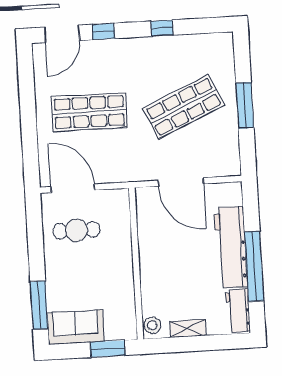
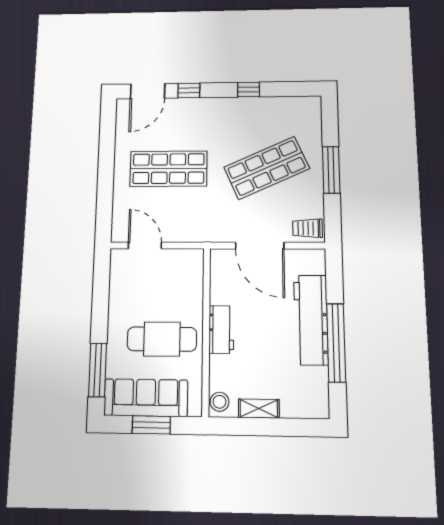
trolley: (225, 163) -> (308, 228), added
door: (73, 188) -> (145, 246), width x0.73
cafe table: (76, 230) -> (162, 339), moved, width x1.37, depth x1.35
workbench: (238, 311) -> (221, 329), moved, turned 180
sofa: (76, 327) -> (146, 398), width x1.36
window: (108, 349) -> (151, 425), moved

